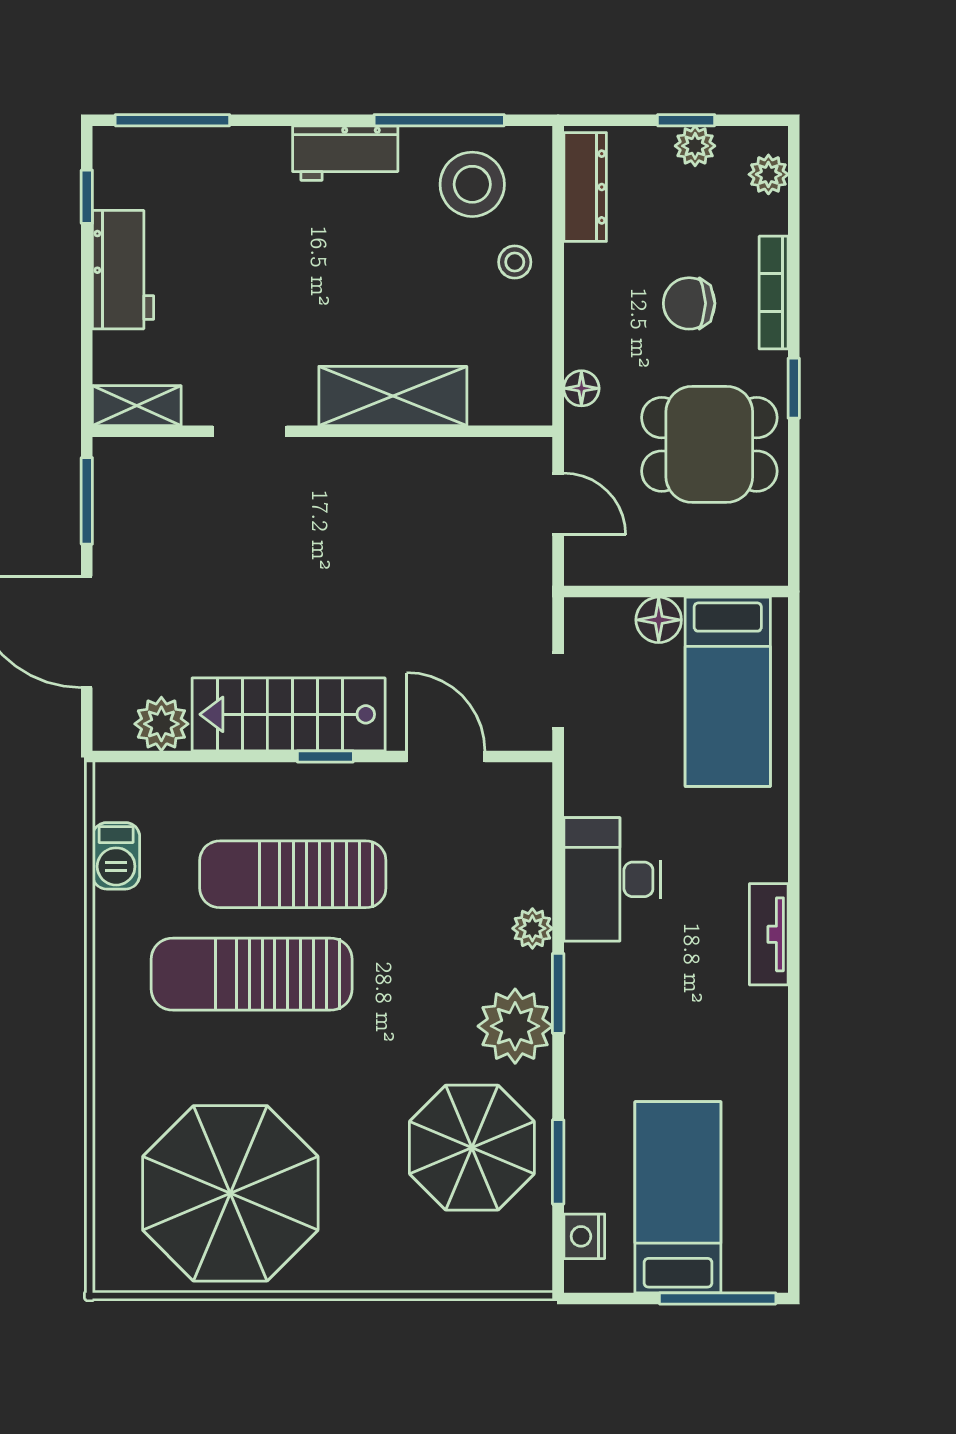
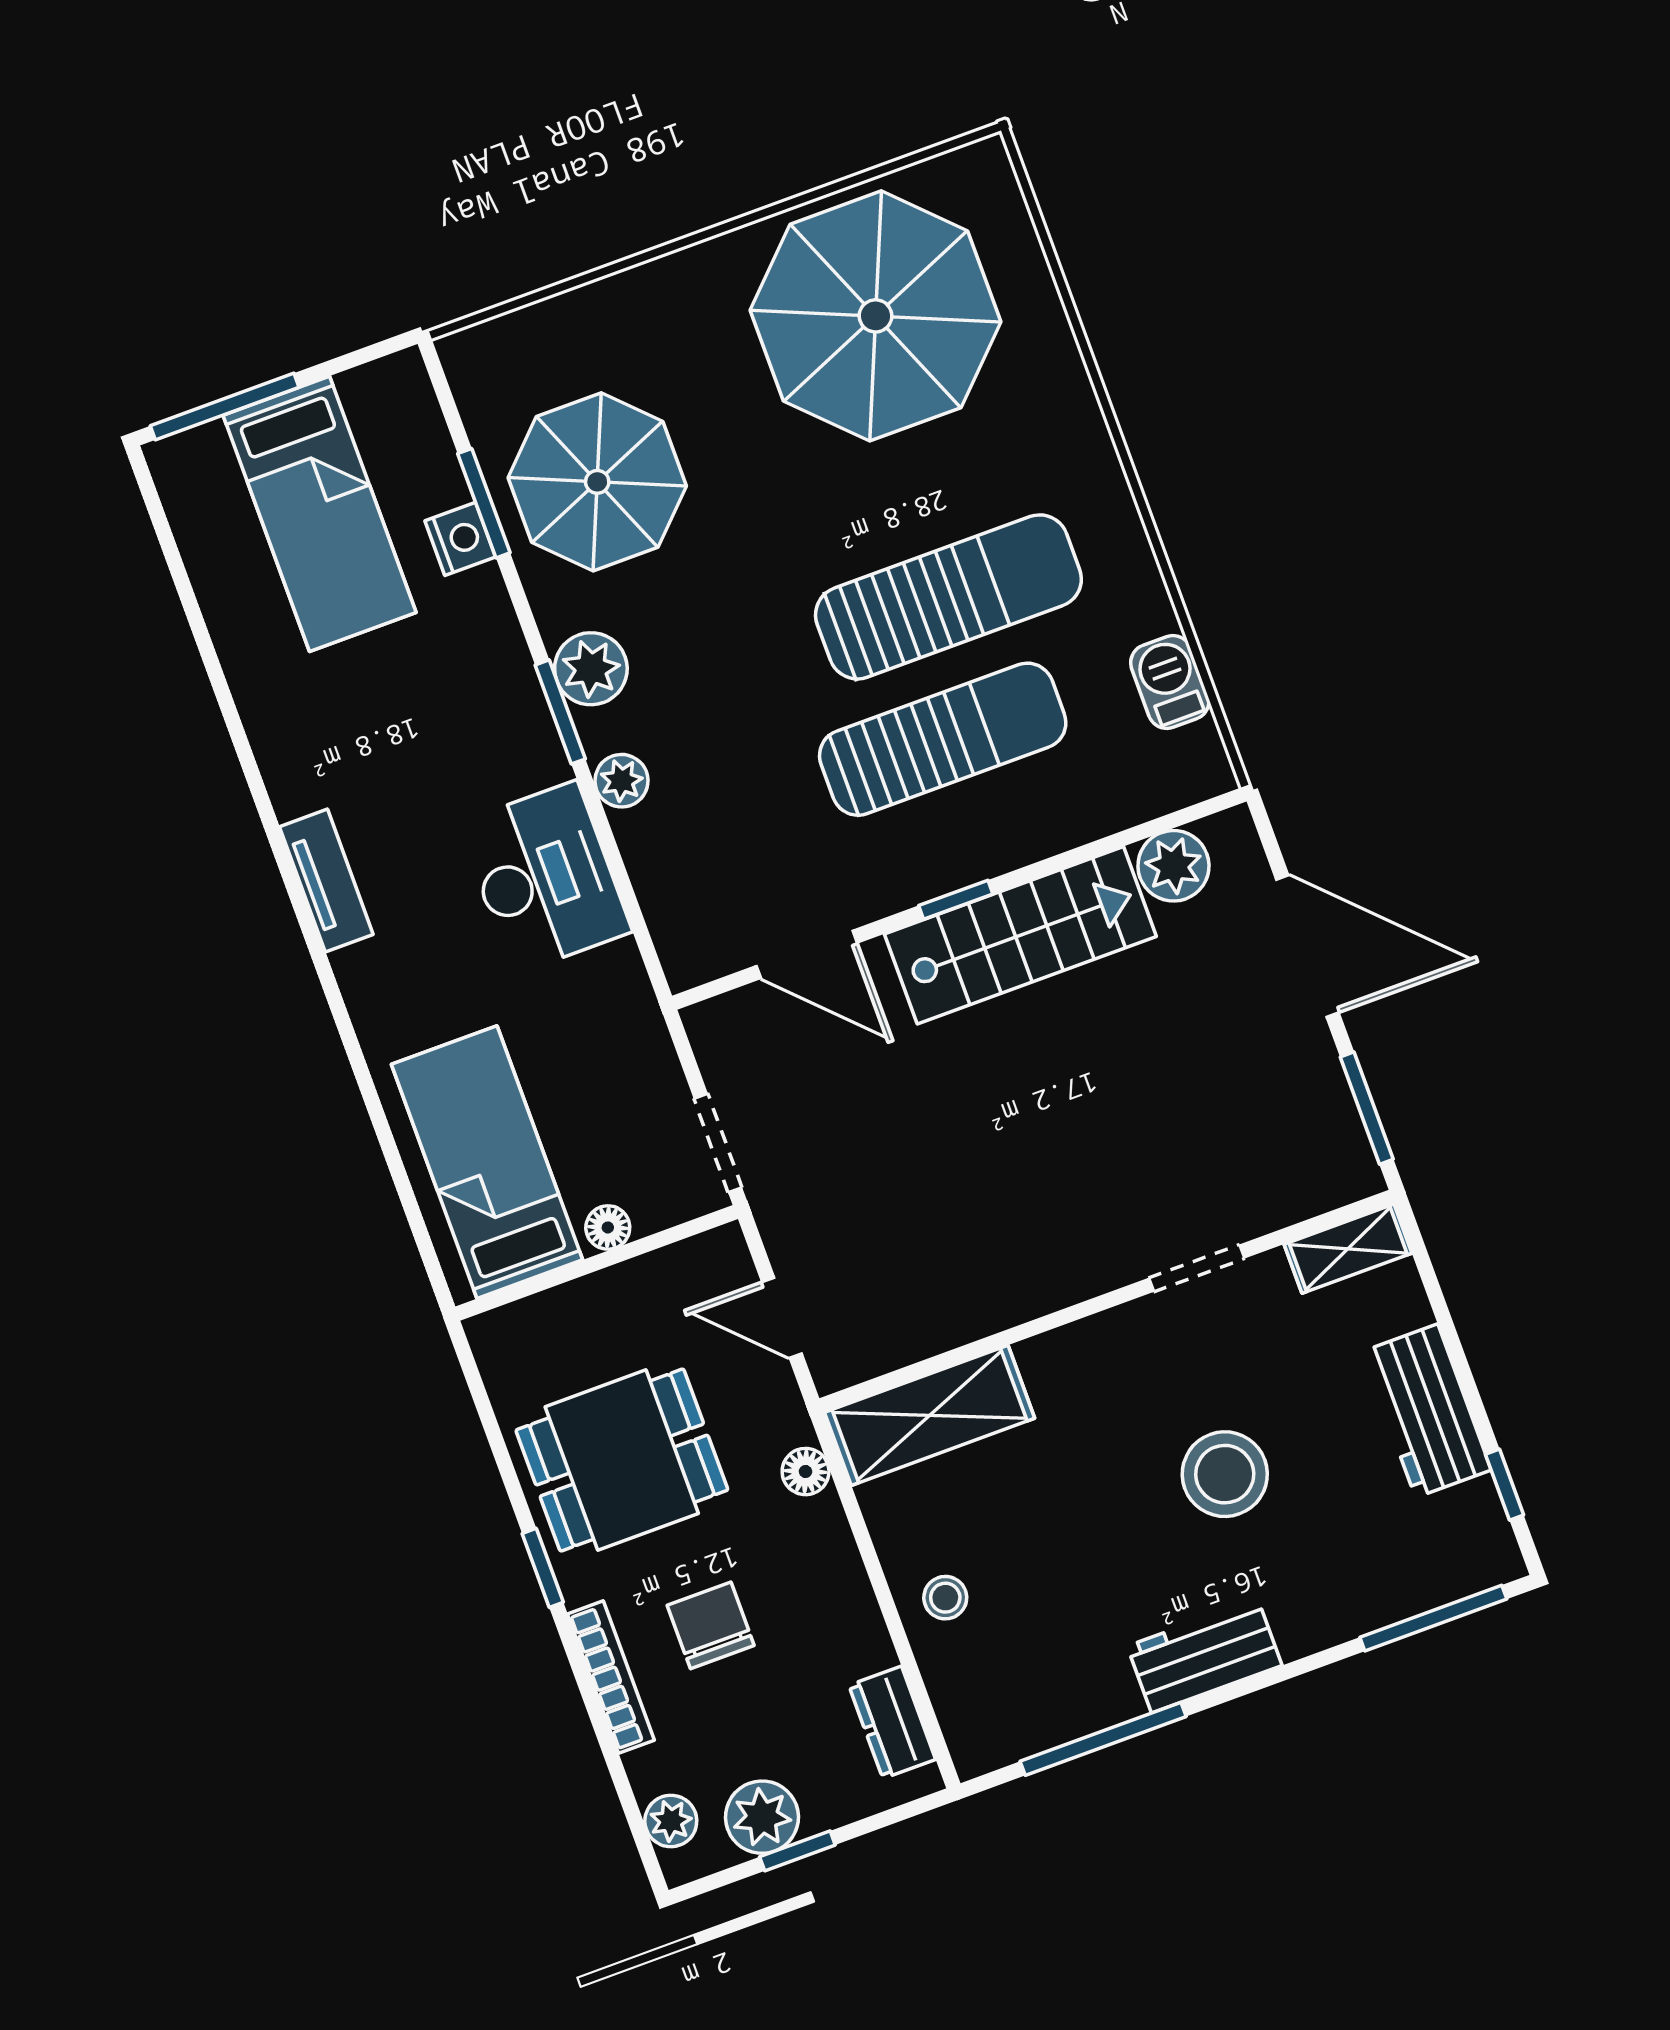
plant: (695, 146) -> (762, 1817), width x1.38, depth x1.38
stool: (472, 184) -> (1225, 1474), moved
dresser: (585, 187) -> (892, 1722), width x0.70
chair: (689, 303) -> (711, 1625), turned -90
shelving: (393, 396) -> (930, 1415), moved
floor lamp: (659, 620) -> (608, 1227), width x0.73, depth x0.73
doorway: (558, 690) -> (718, 1143), moved
plant: (515, 1026) -> (591, 669), width x0.73, depth x0.73
nightstand: (584, 1236) -> (460, 539), moved

